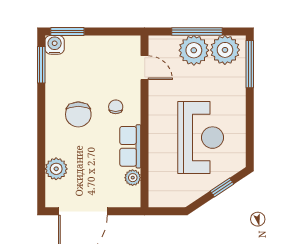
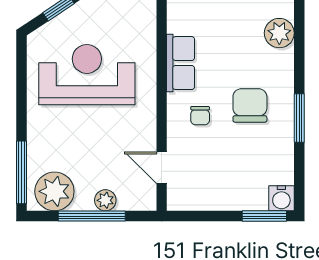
plant: (194, 50) -> (105, 200), width x0.53, depth x0.53
window: (41, 65) -> (299, 118), moved
reception desk: (201, 138) -> (87, 75), turned 90
plant: (133, 178) -> (177, 21), removed

